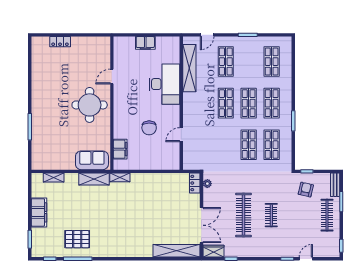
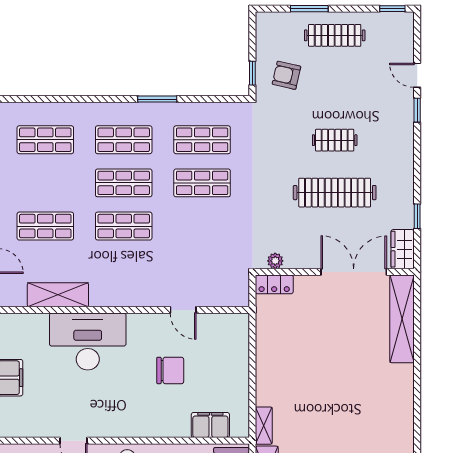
shelving: (189, 68) -> (58, 295), width x0.68
bench: (335, 185) -> (278, 20), removed

